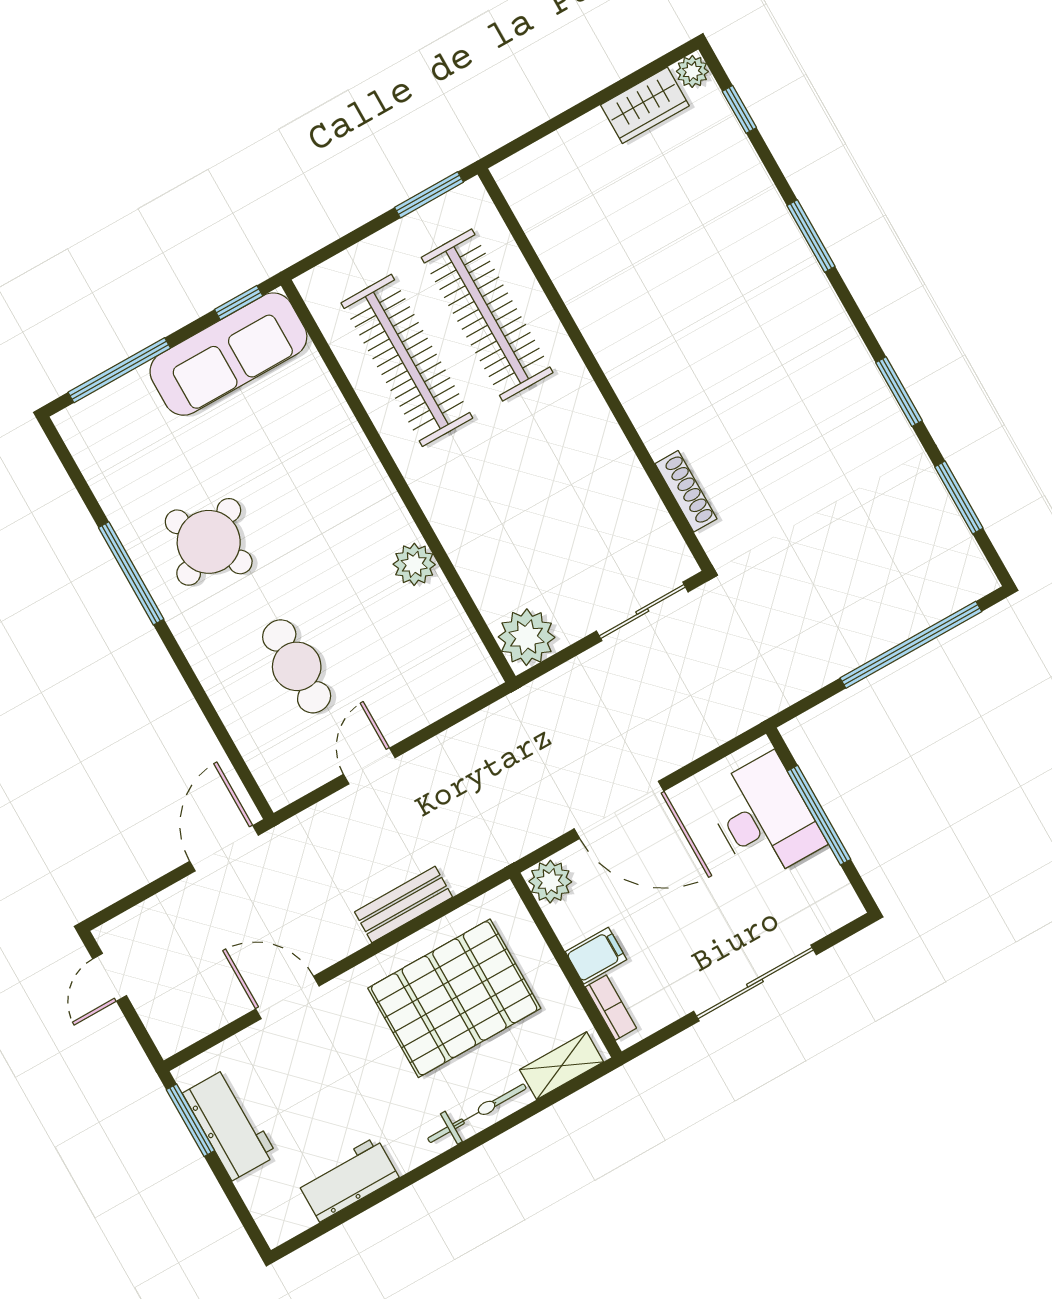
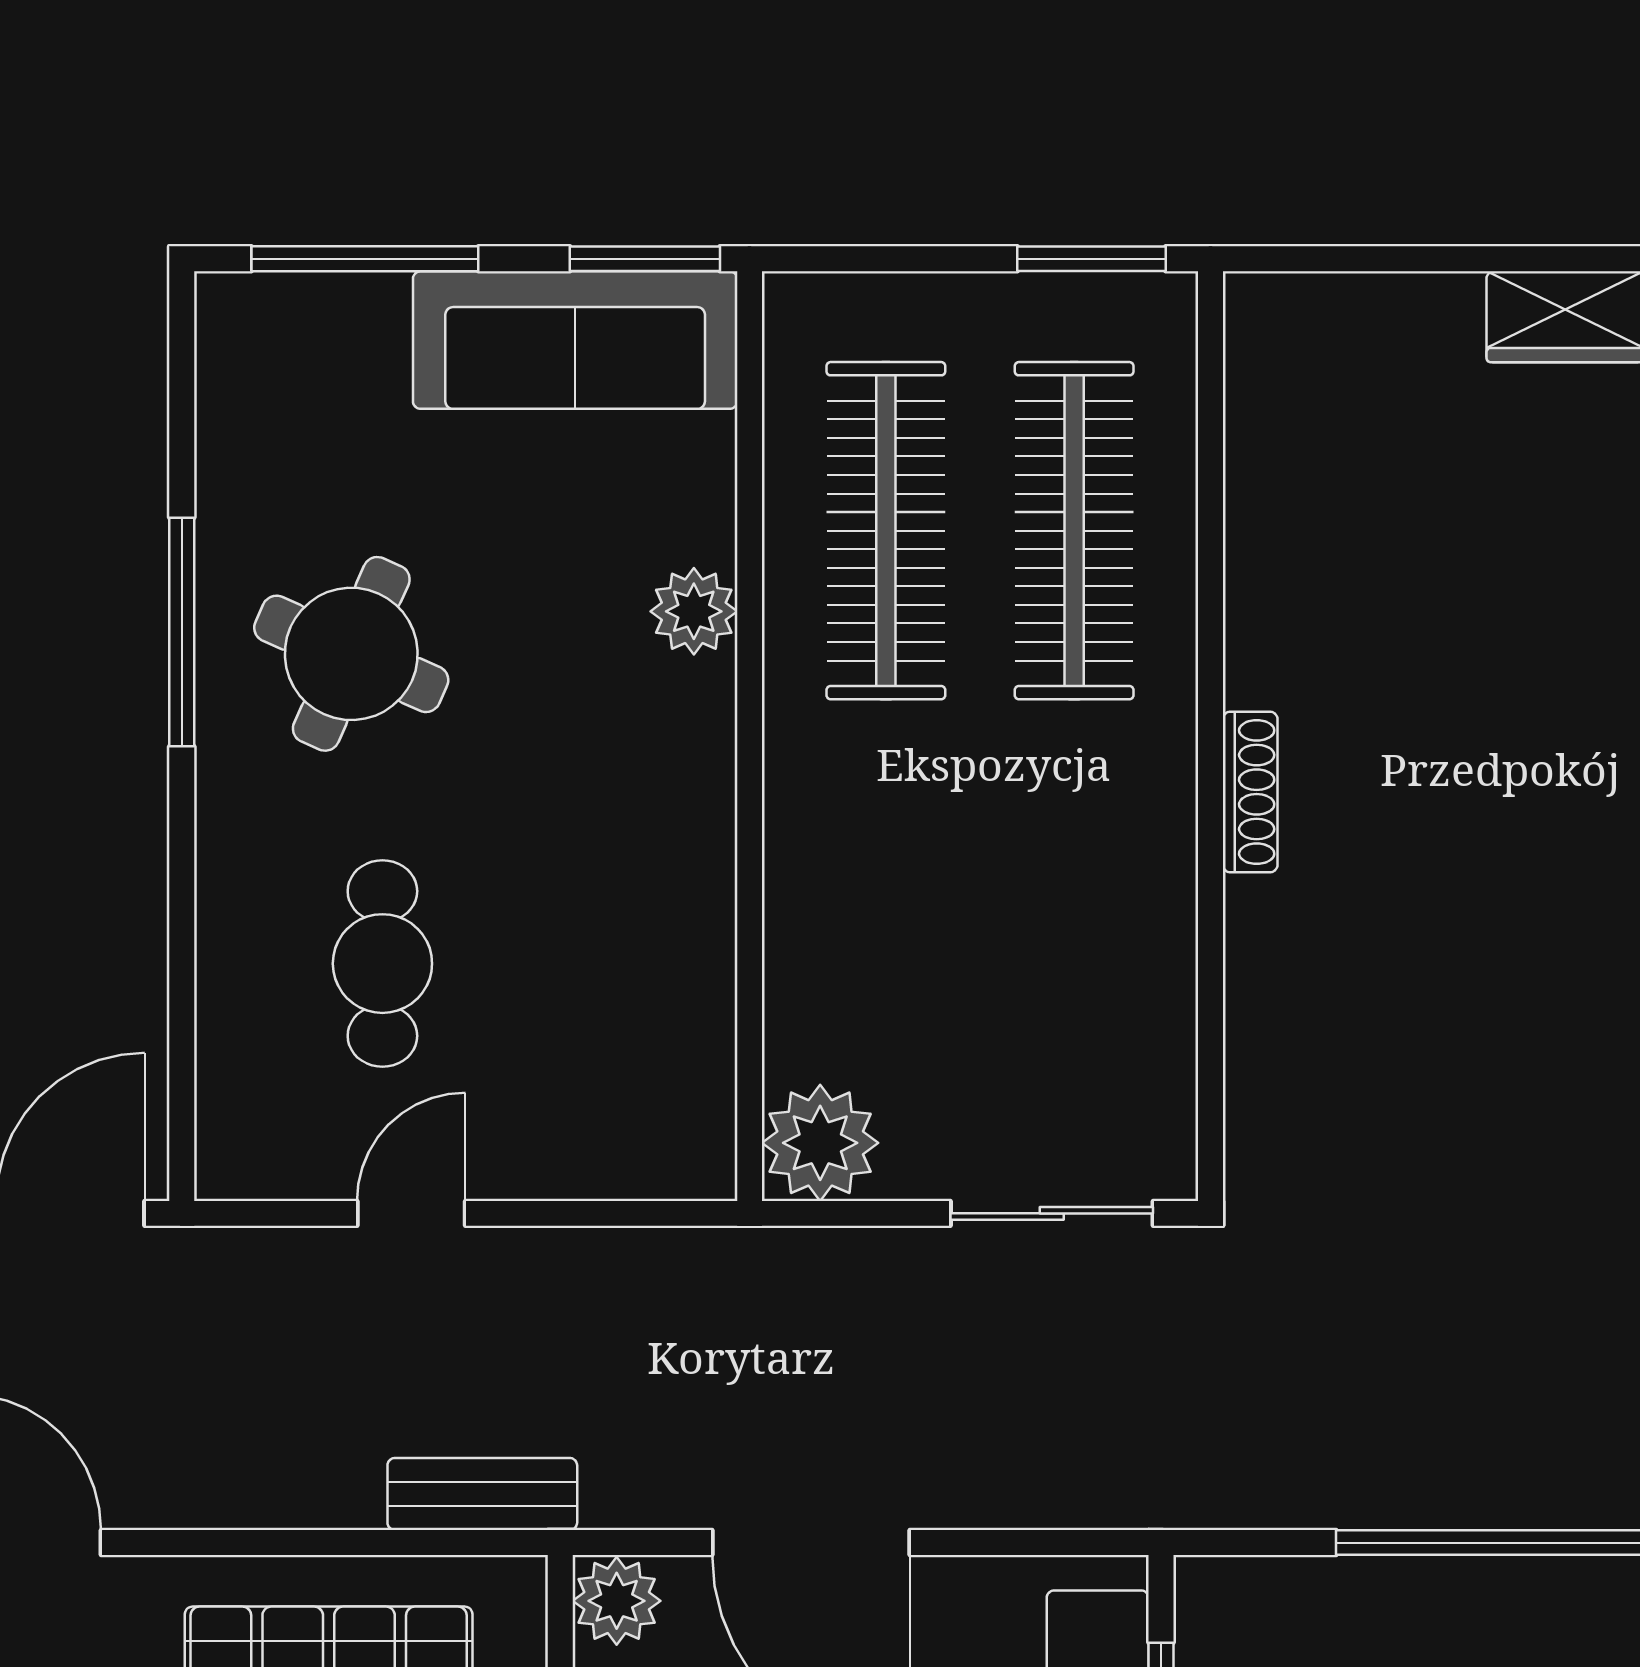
window: (239, 303) -> (645, 259), width x1.50
shoe rack: (686, 491) -> (1250, 792), moved
round table: (209, 542) -> (351, 654), turned -38
plant: (414, 564) -> (694, 611), moved
bench: (404, 904) -> (482, 1494), moved

